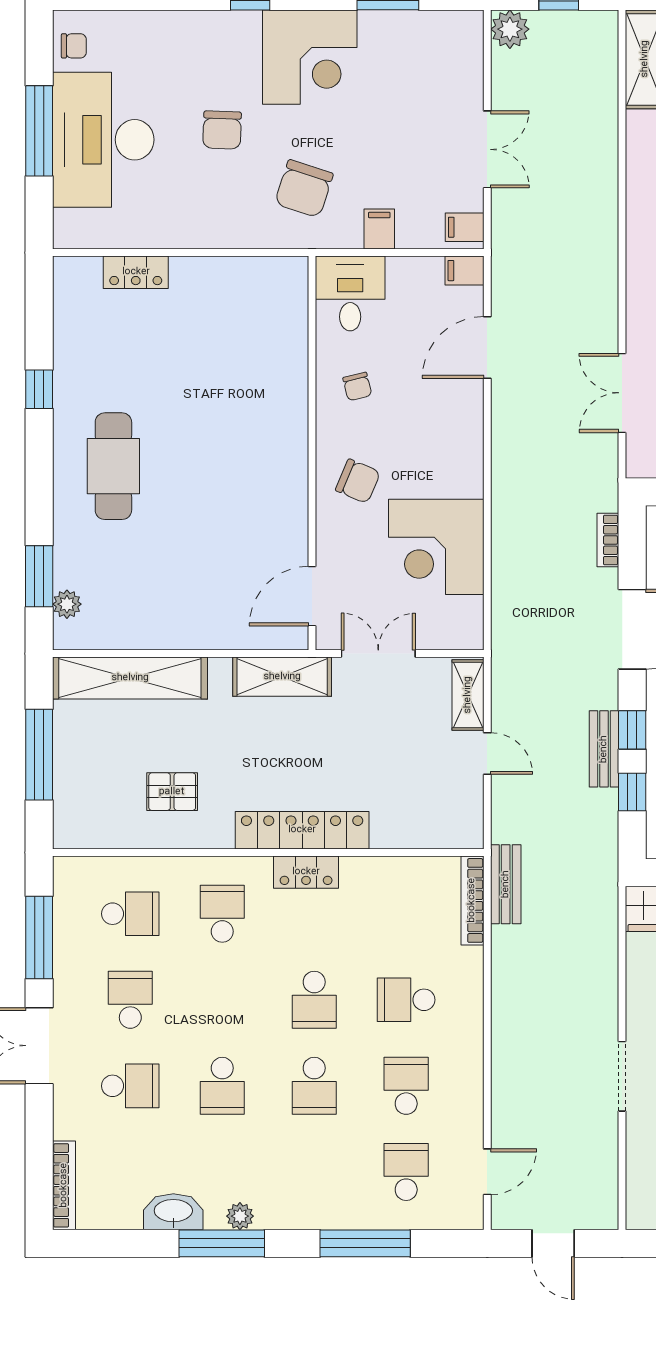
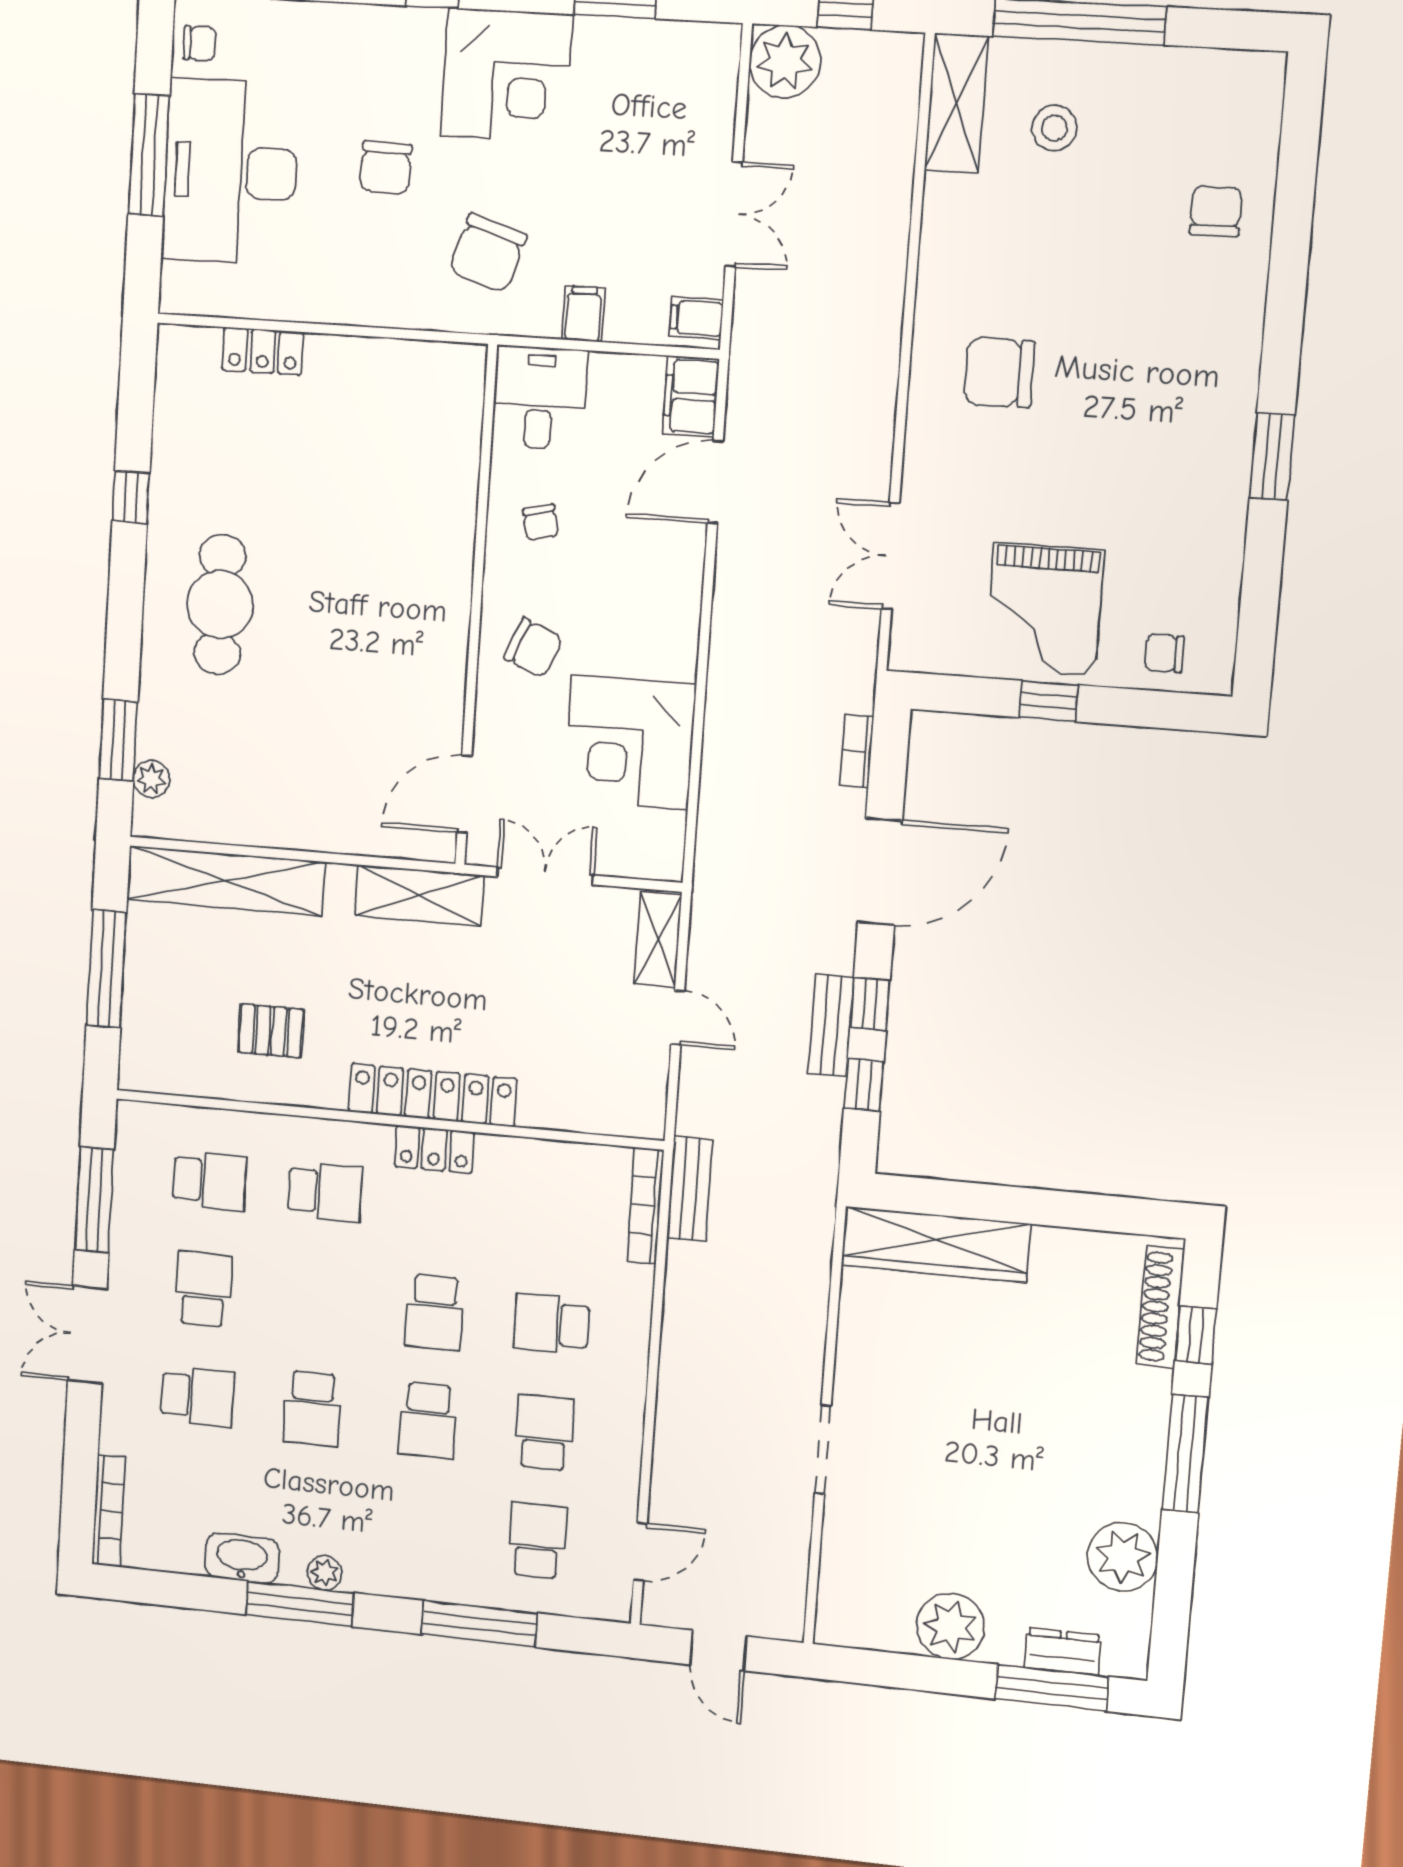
plant: (510, 29) -> (785, 62), width x1.36, depth x1.36
filing cabinet: (464, 271) -> (691, 396), width x2.00
school desk: (222, 914) -> (325, 1192), turned 90

